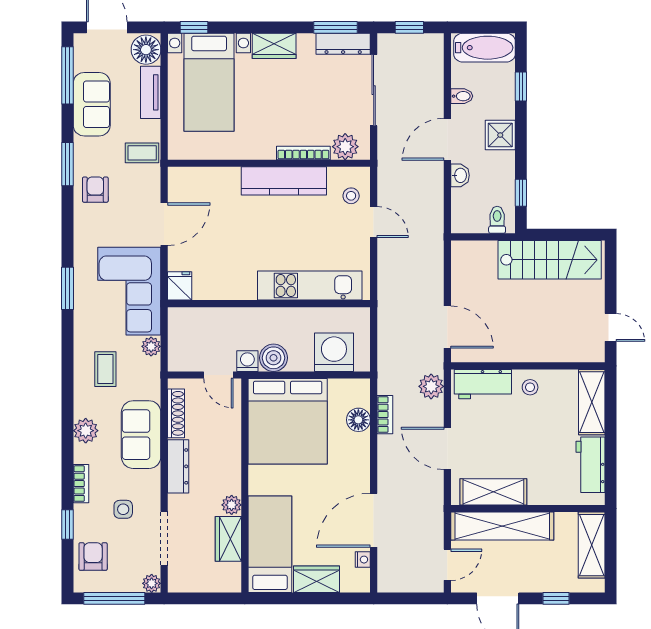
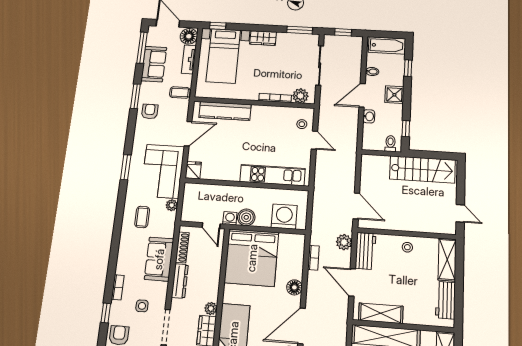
dresser: (343, 44) -> (303, 39), removed
kitchen counter: (284, 181) -> (225, 111), moved
workbench: (483, 384) -> (366, 251), moved, turned -90
floor lamp: (358, 420) -> (294, 287), moved
plant: (86, 431) -> (125, 254), removed

